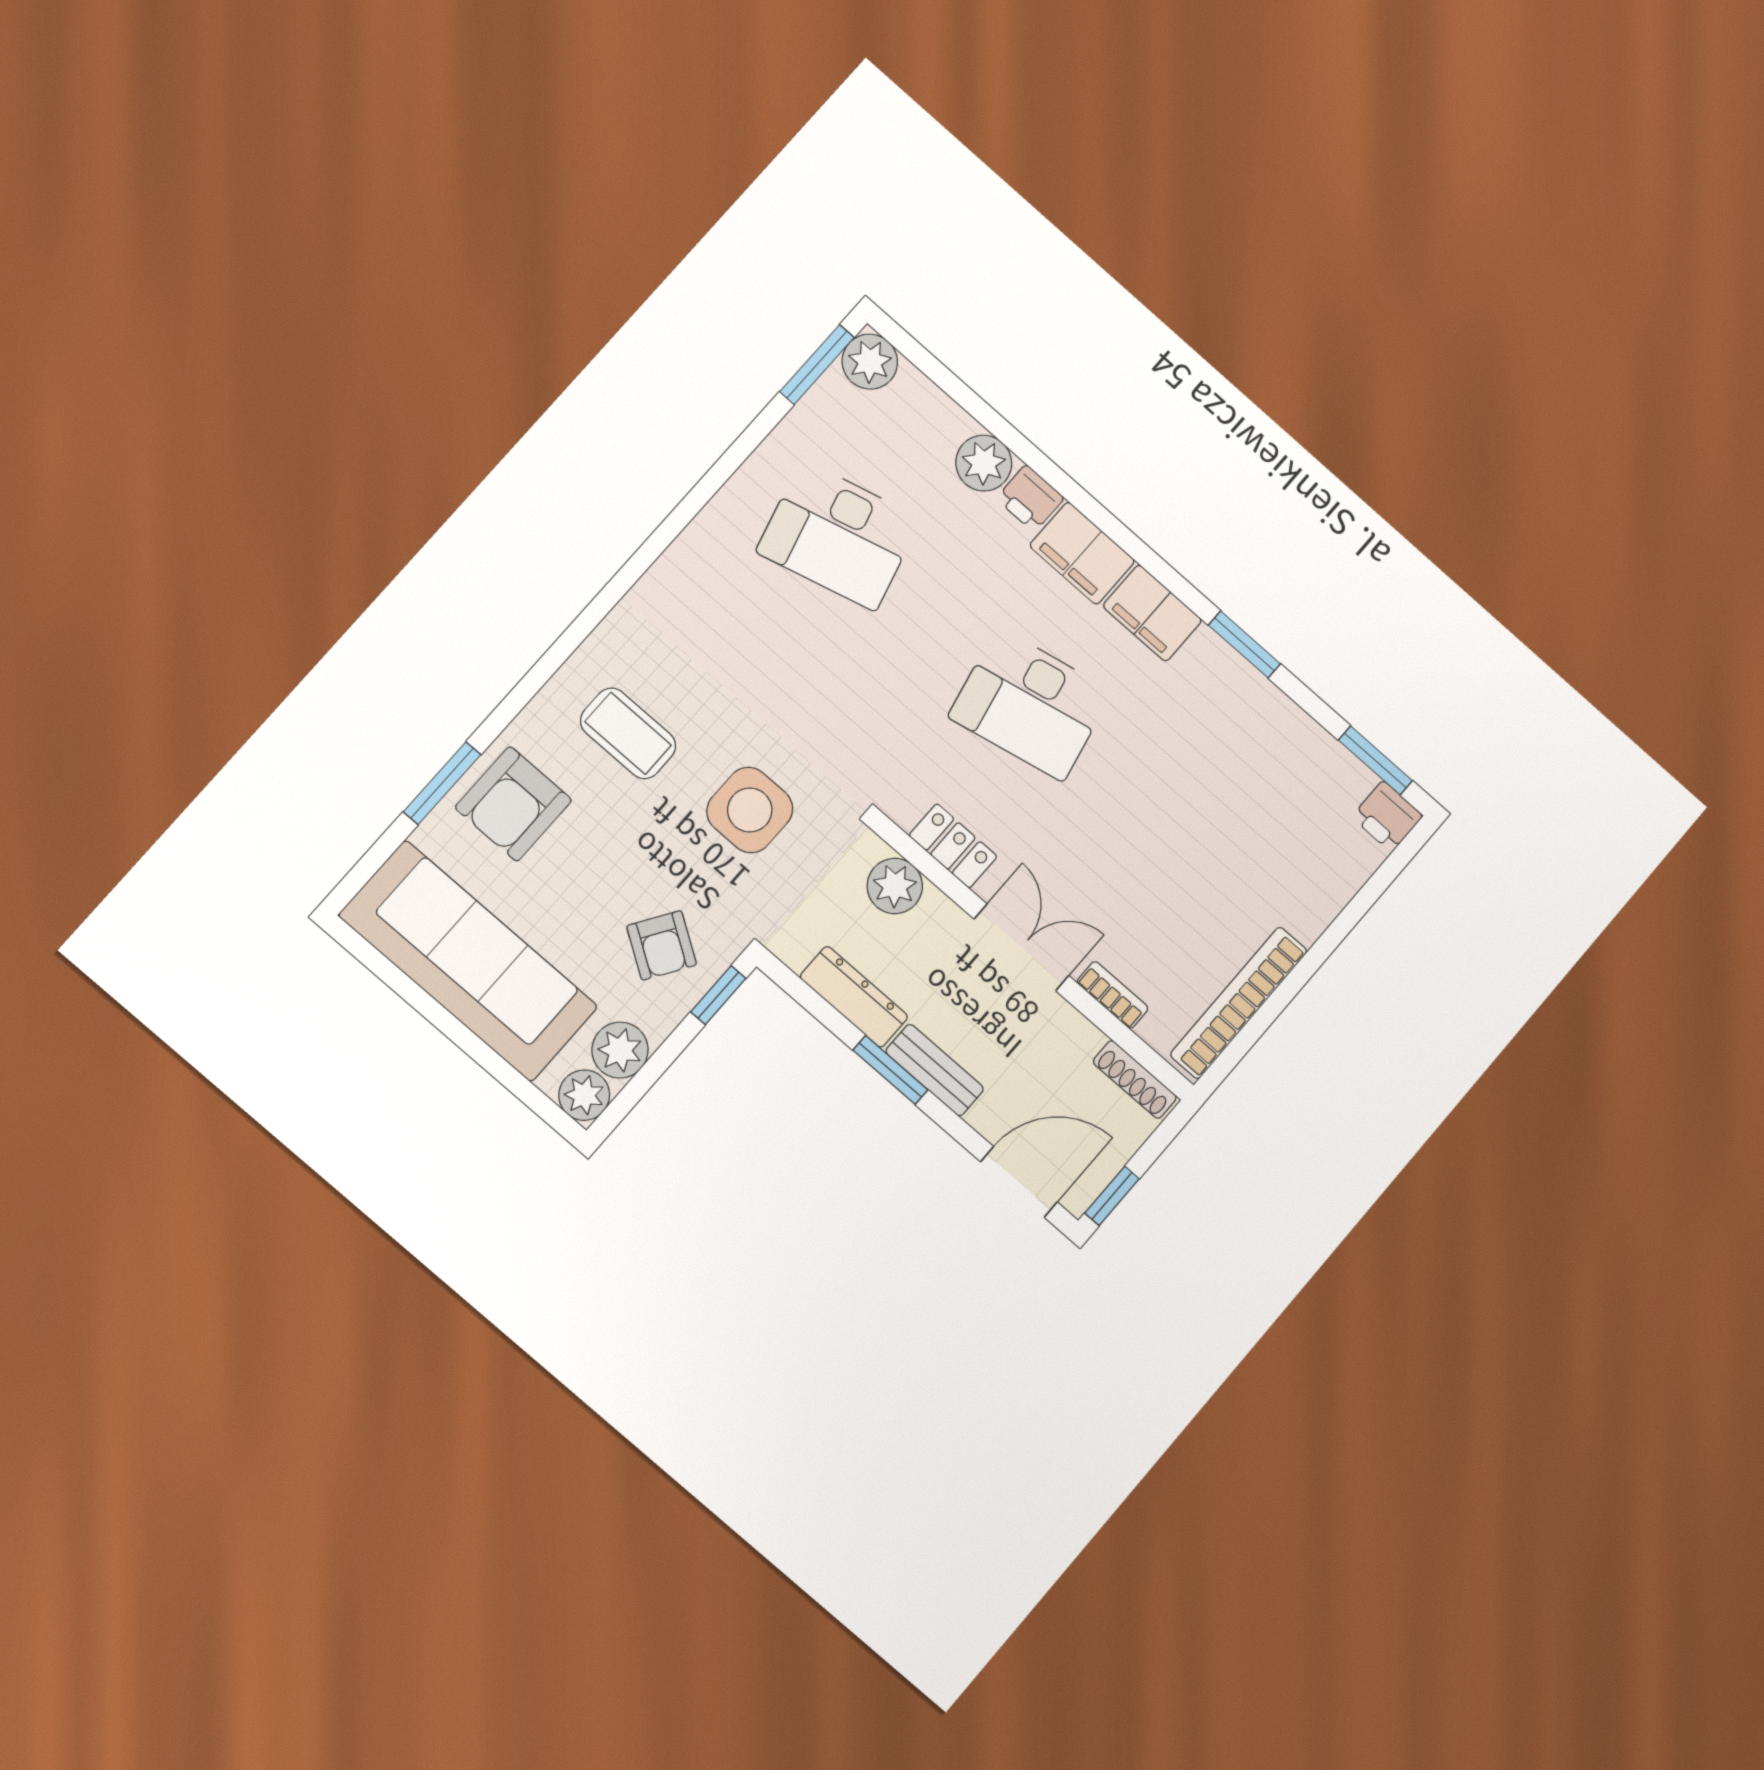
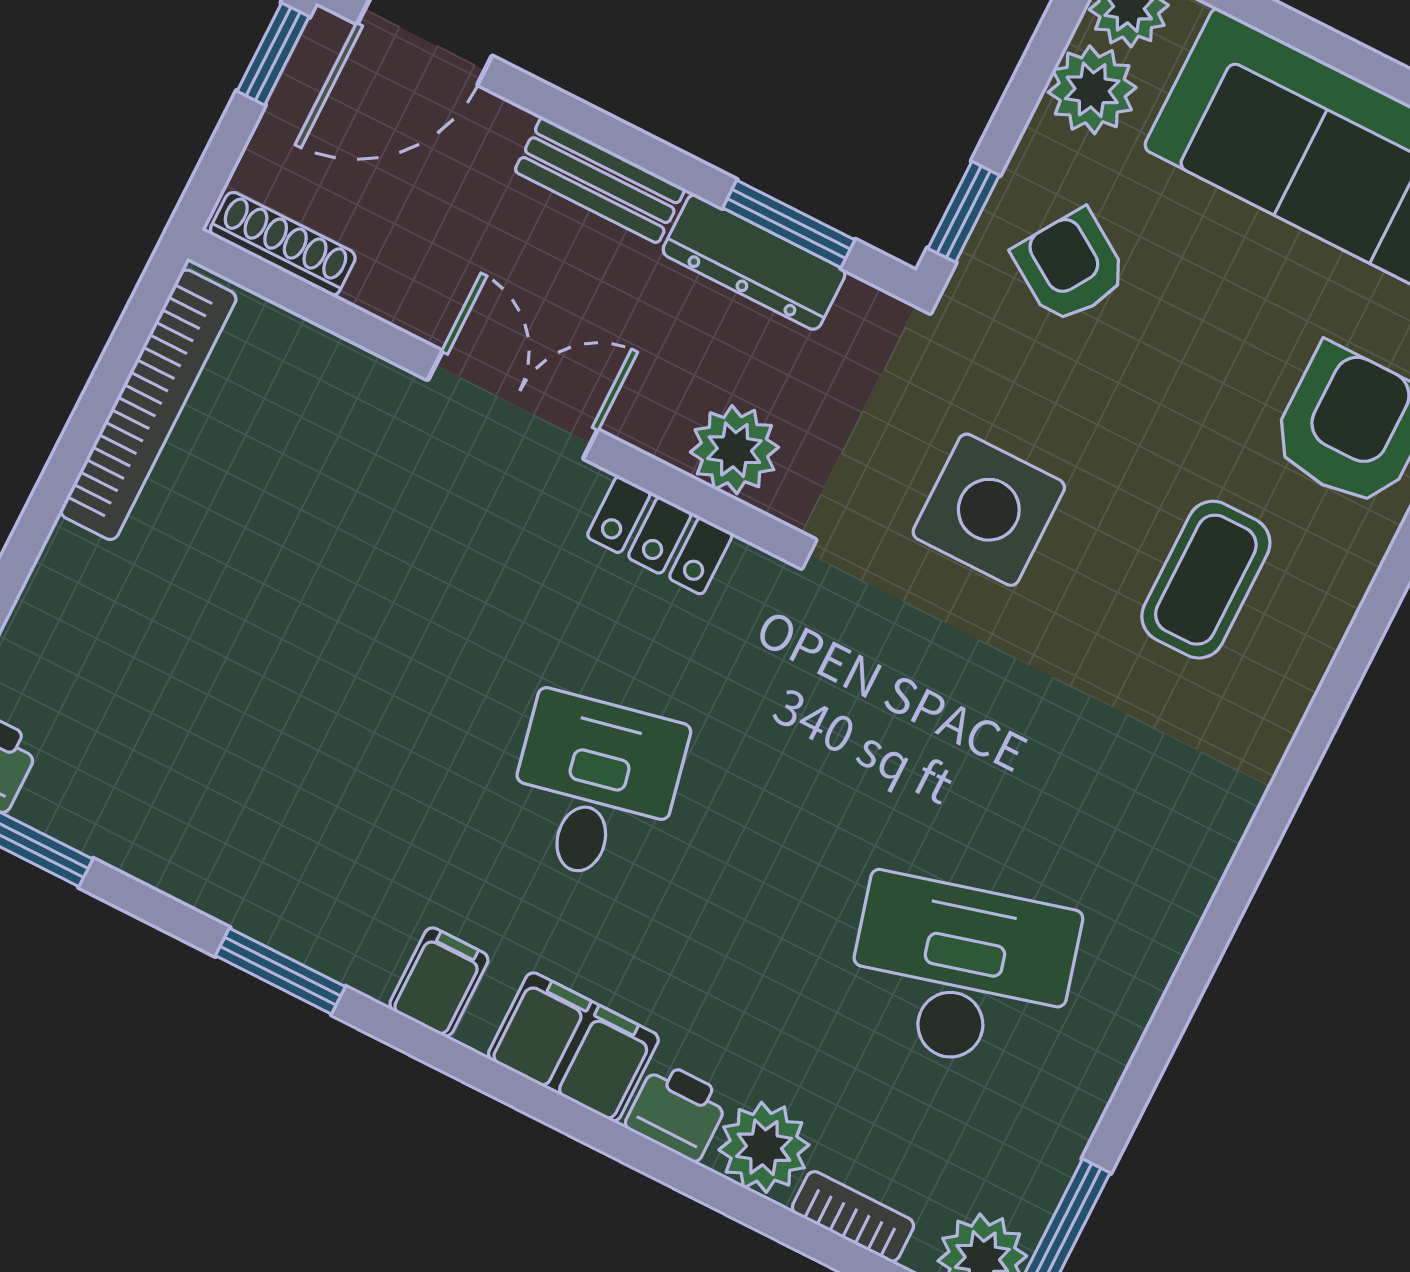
filing cabinet: (1152, 613) -> (439, 982), width x0.50
desk: (1030, 704) -> (595, 788), width x0.73
coffee table: (628, 733) -> (1206, 580), turned 90
double door: (1021, 947) -> (513, 405), swing flipped
bookcase: (1113, 995) -> (853, 1217), moved, turned 180
window: (890, 1070) -> (789, 224), moved

